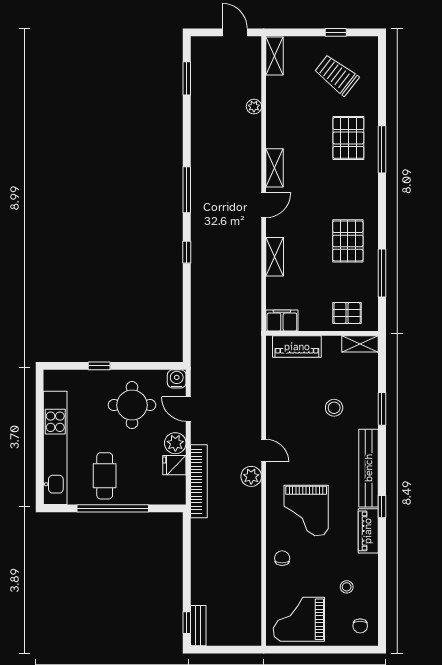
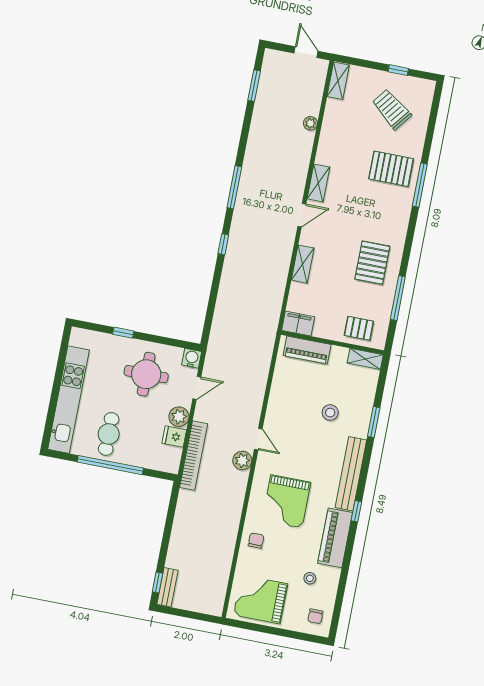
pallet: (348, 138) -> (391, 169), turned 90
door: (188, 409) -> (197, 388), swing flipped
piano: (368, 531) -> (335, 538), width x1.37, depth x1.33

